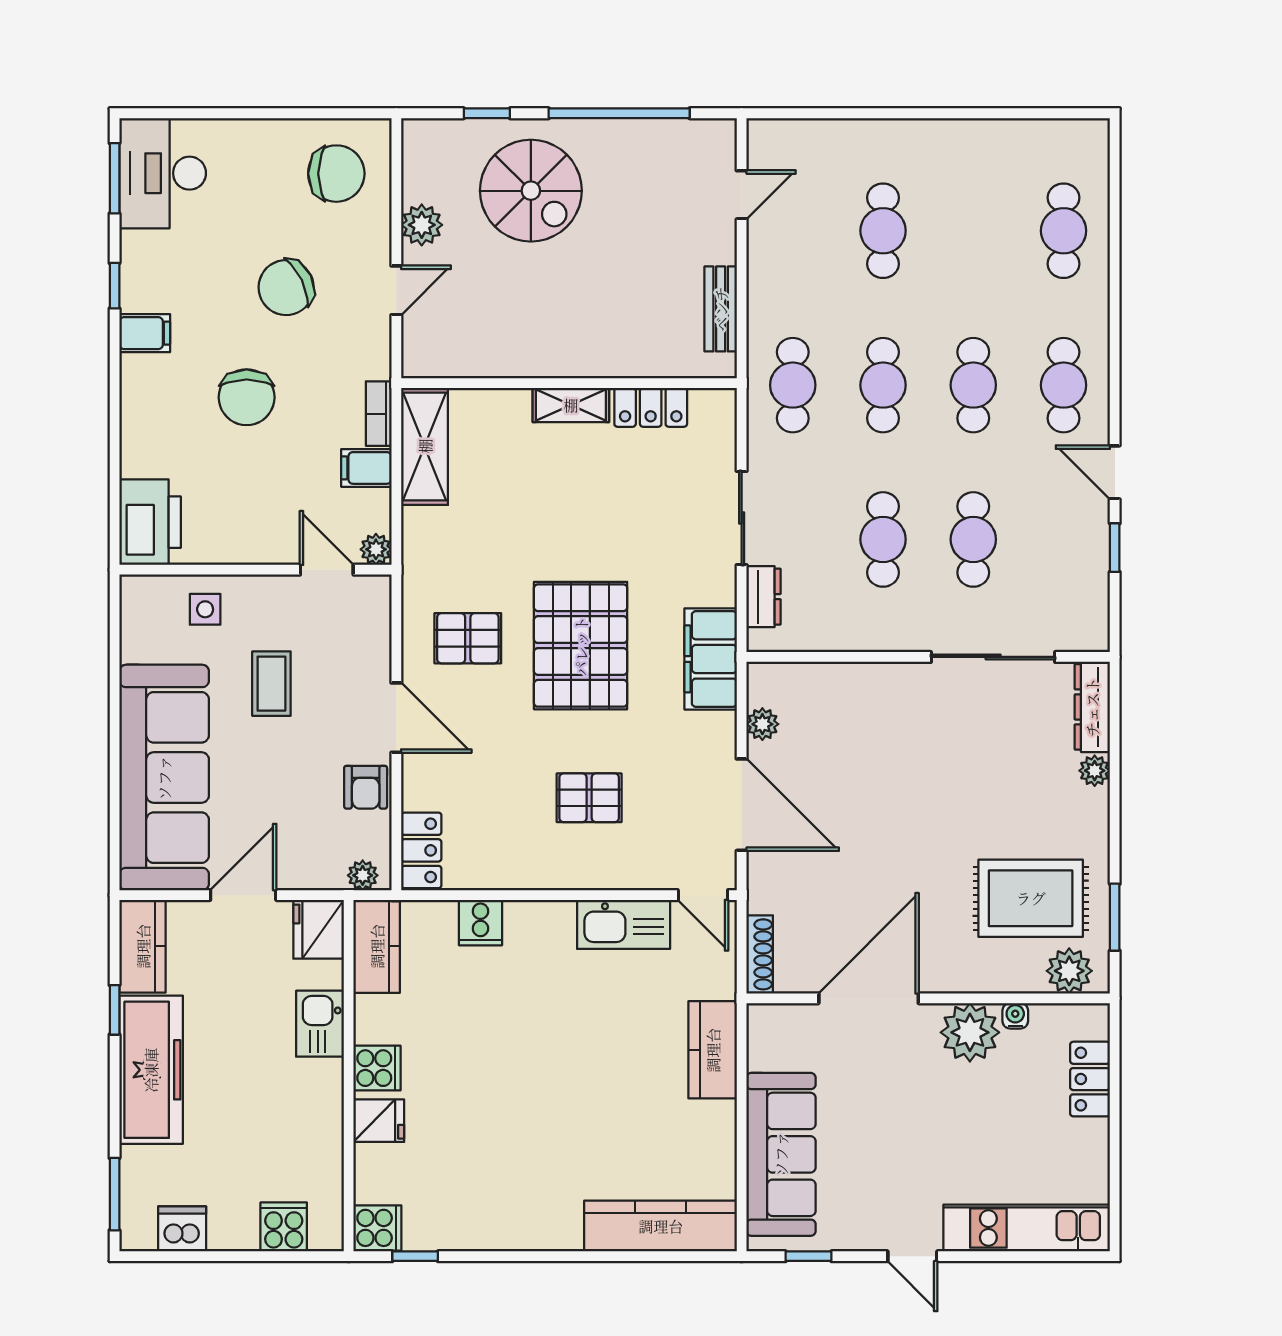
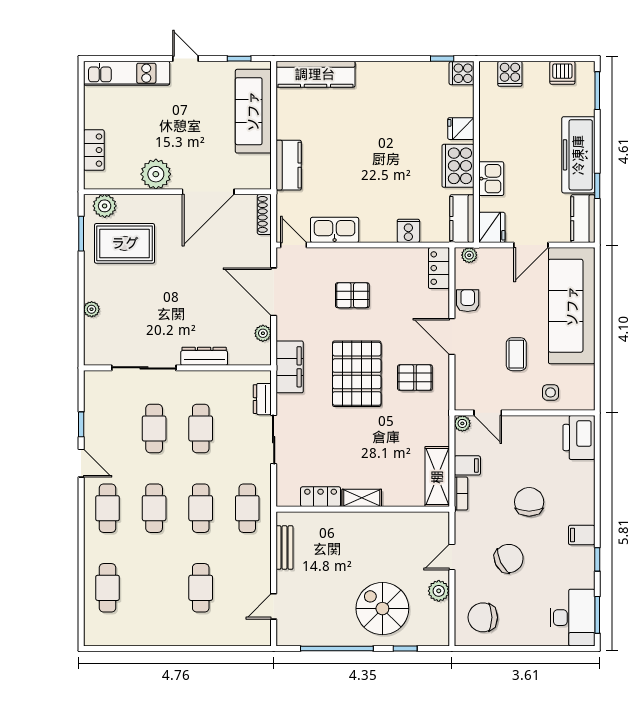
dresser: (1092, 707) -> (204, 356), moved, turned -90
water cooler: (1015, 1016) -> (132, 183), removed
cooker: (377, 1068) -> (458, 166), width x1.87, depth x1.31

